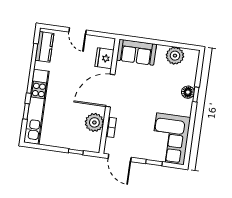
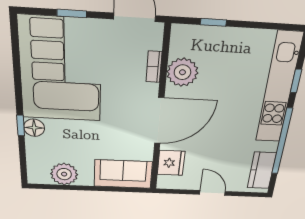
corner sofa: (170, 139) -> (61, 70), width x1.36, depth x1.36

